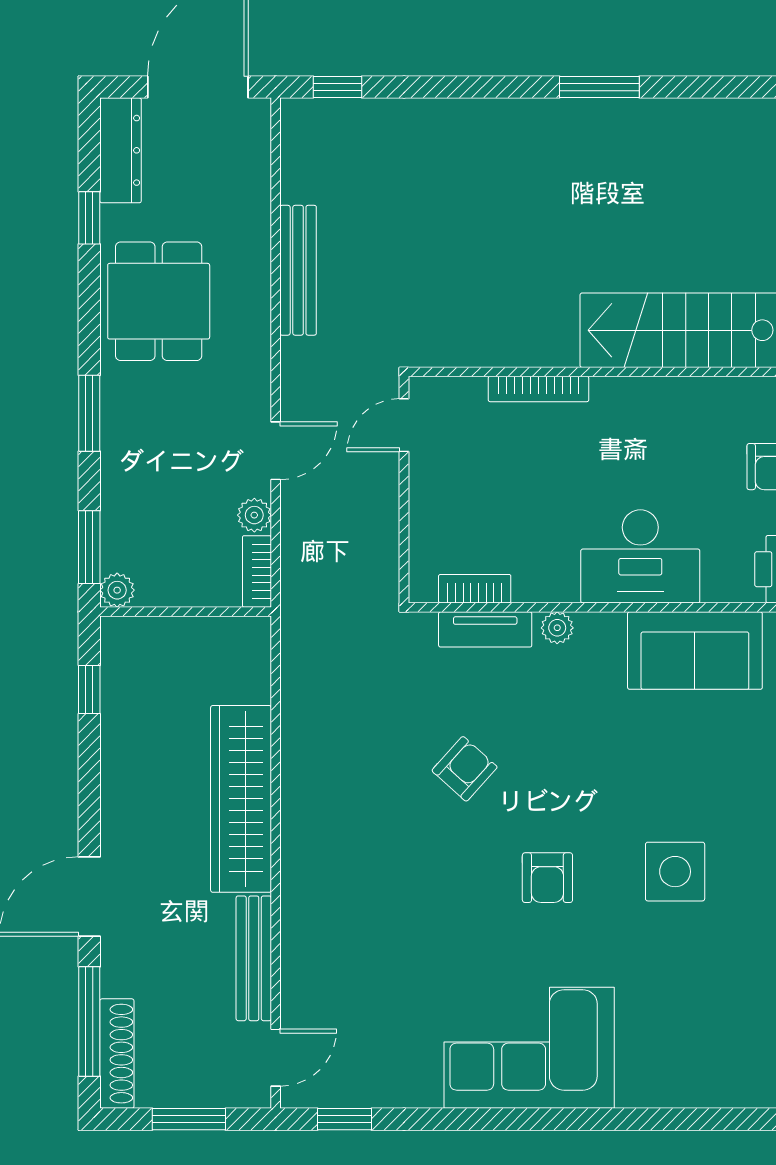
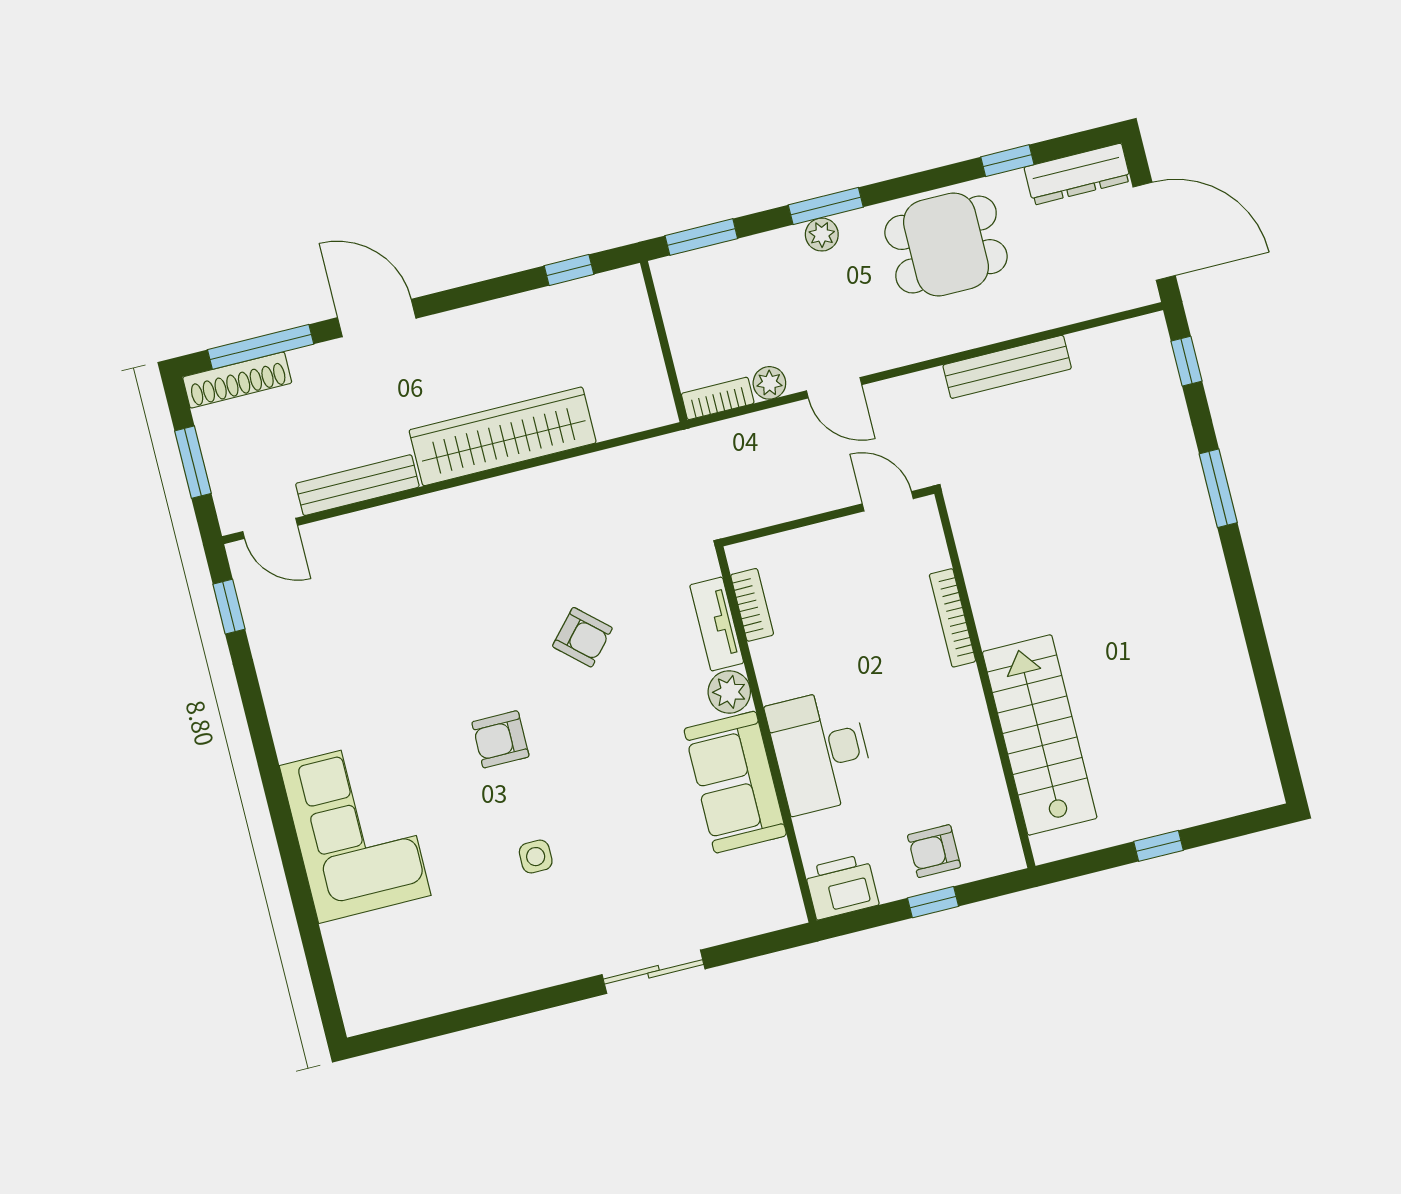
window: (599, 87) -> (1218, 488), moved
plant: (117, 590) -> (822, 235), moved
plant: (557, 628) -> (729, 692), width x1.38, depth x1.38
sofa: (695, 651) -> (735, 782), moved
side table: (675, 872) -> (536, 857), width x0.54, depth x0.54
corner sofa: (529, 1048) -> (355, 831), moved

